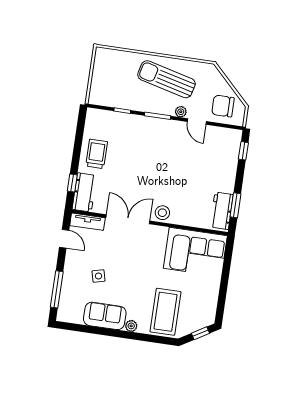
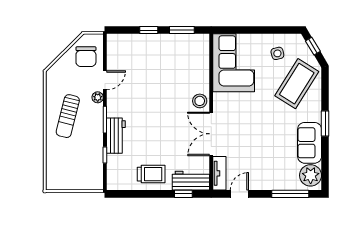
sun lounger: (166, 79) -> (68, 116), width x0.73, depth x0.75
window: (243, 151) -> (149, 30), moved
trolley: (97, 154) -> (151, 174), turned 180
workbench: (222, 211) -> (116, 136), moved, turned -90
side table: (98, 276) -> (277, 53), moved
coffee table: (166, 312) -> (297, 84), turned -58
plant: (131, 326) -> (311, 175), moved, width x1.88, depth x1.88
window: (122, 334) -> (325, 123), added

